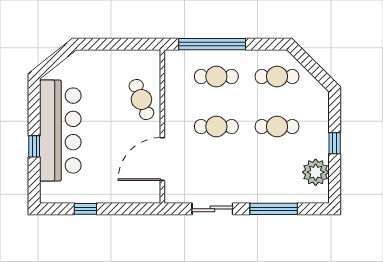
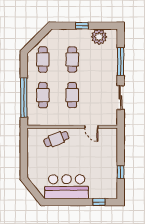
bar counter: (60, 131) -> (67, 187), width x0.73
window: (34, 146) -> (99, 202), moved
door: (162, 159) -> (91, 127), width x0.53

